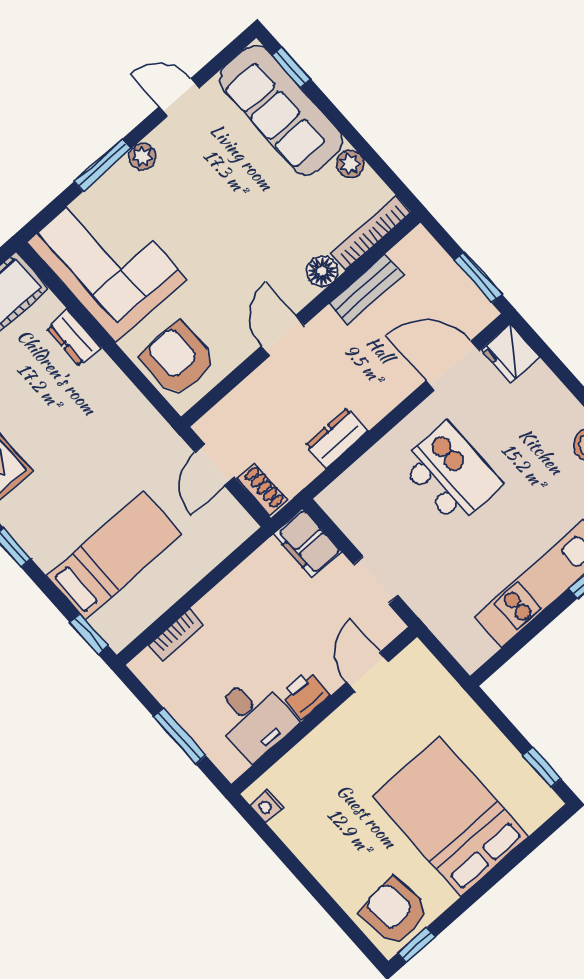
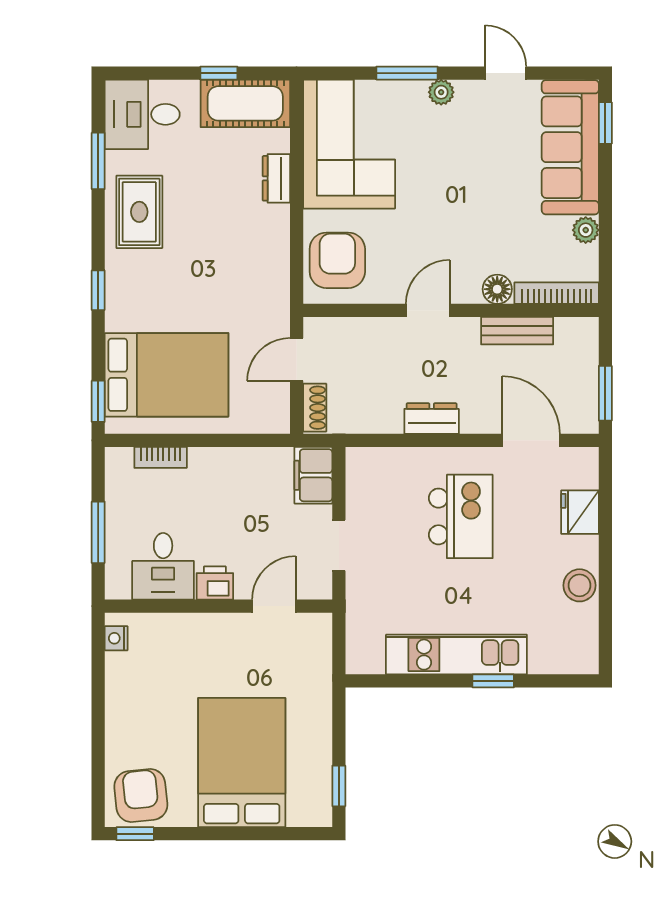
fridge: (511, 354) -> (580, 512), moved
dresser: (337, 438) -> (432, 419), moved
bed: (114, 555) -> (167, 375), width x1.50

